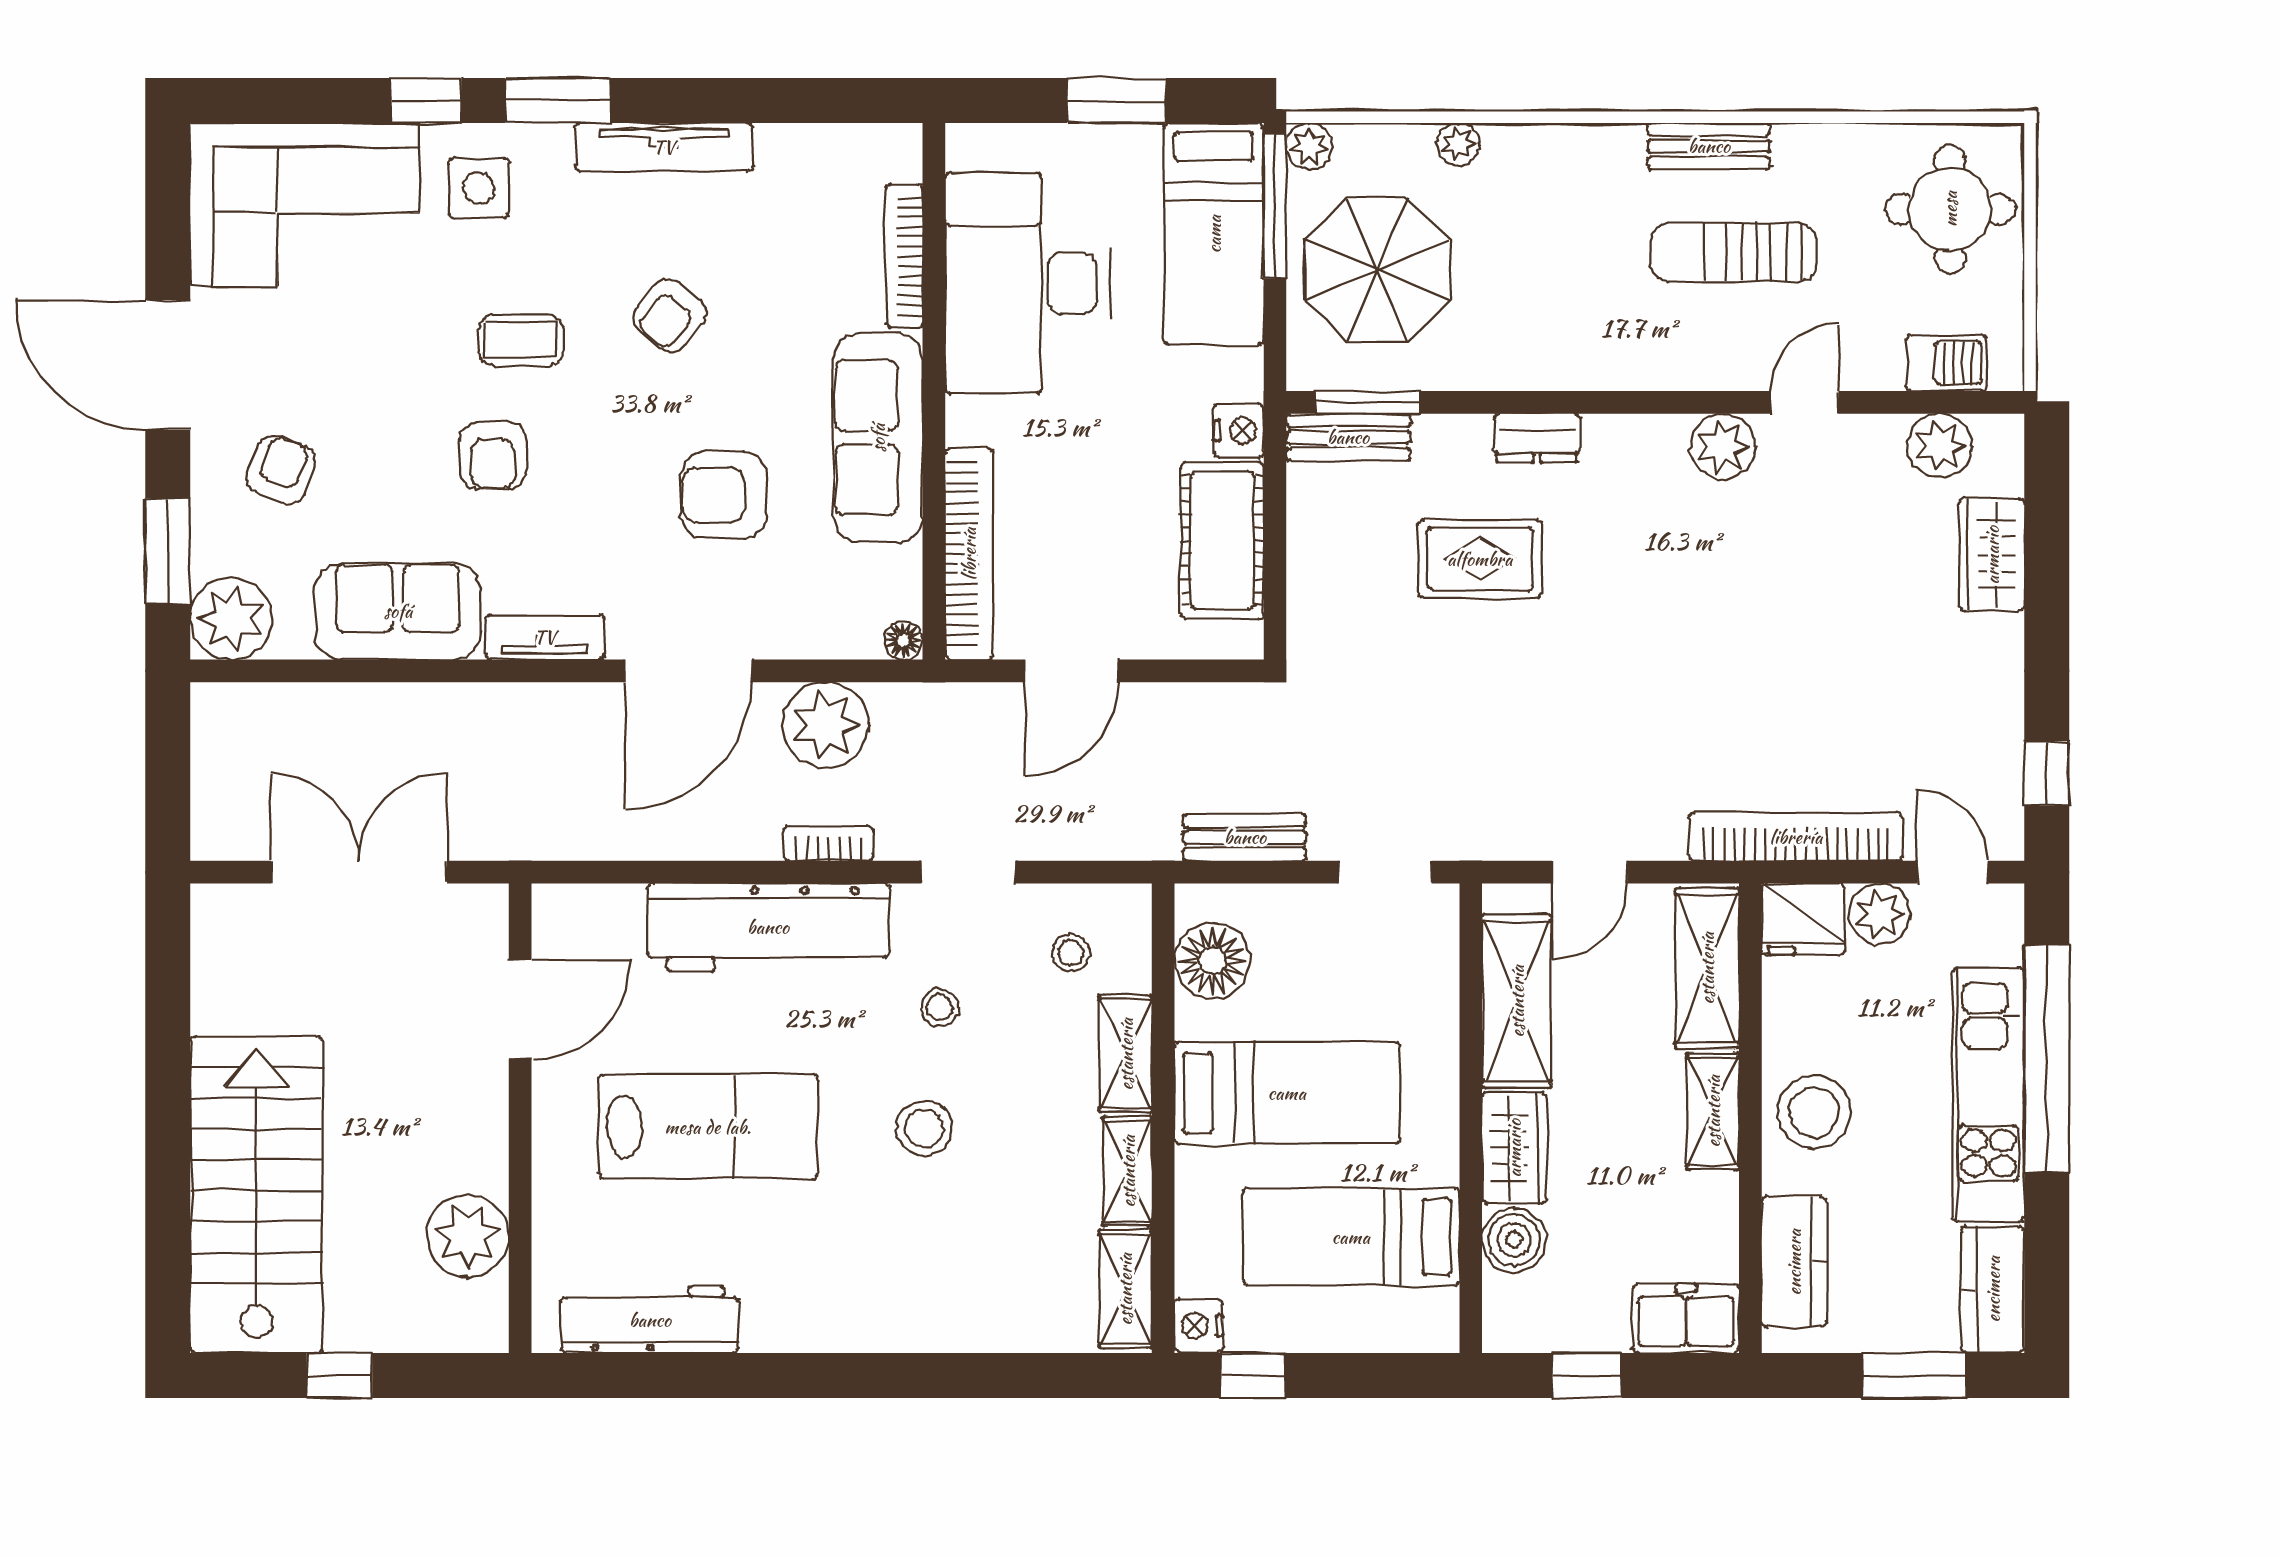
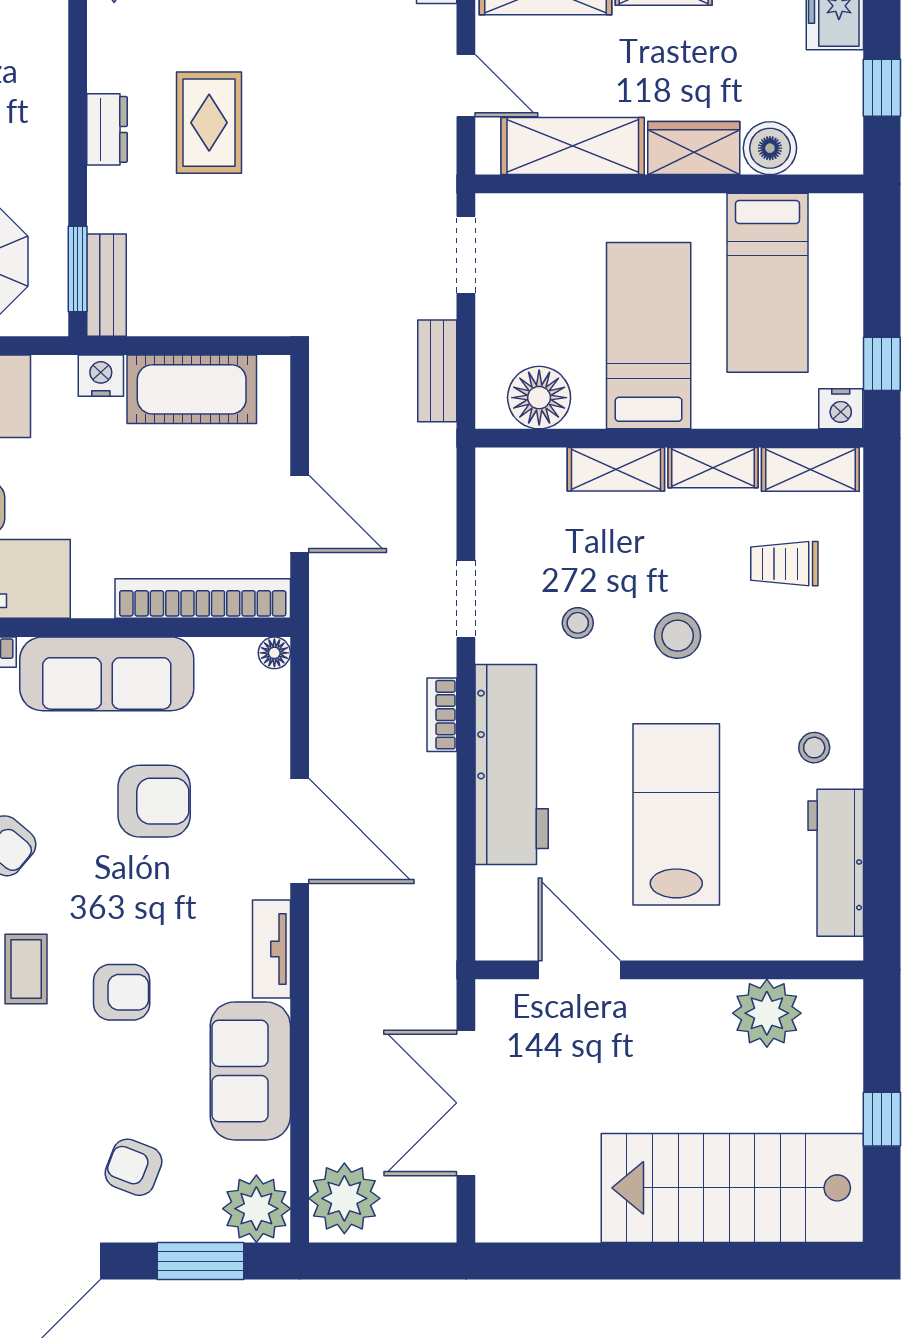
armchair: (724, 495) -> (154, 801), turned -90
rug: (1480, 559) -> (209, 123), moved
plant: (826, 725) -> (344, 1198), moved
stool: (1071, 953) -> (814, 748), moved
trolley: (1011, 1257) -> (784, 564), added

